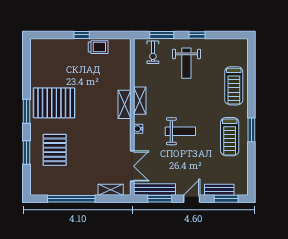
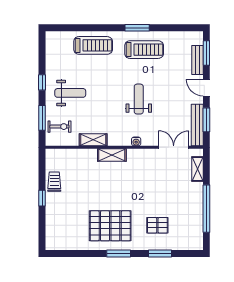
shelving: (140, 101) -> (93, 140), moved
pallet: (54, 103) -> (110, 226), turned 90
pallet: (55, 150) -> (157, 225), width x0.67, depth x0.71

